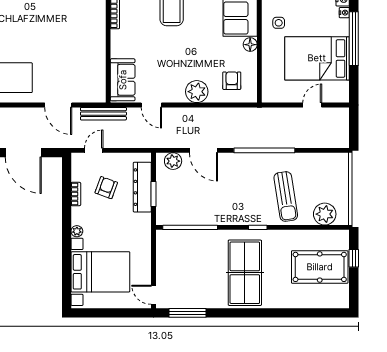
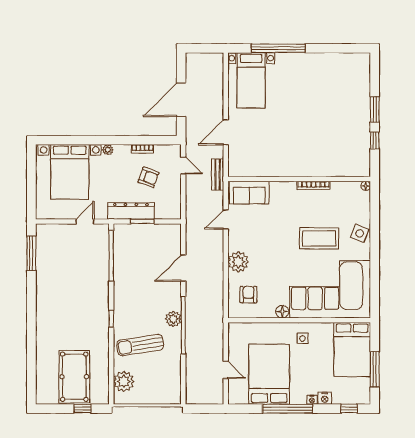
armchair: (232, 81) -> (248, 295), turned -90
bench: (103, 114) -> (218, 175), width x0.73
plant: (173, 161) -> (173, 319), moved
dresser: (142, 187) -> (131, 211), moved
table tennis table: (245, 273) -> (69, 307), removed
door: (153, 295) -> (85, 221), moved

